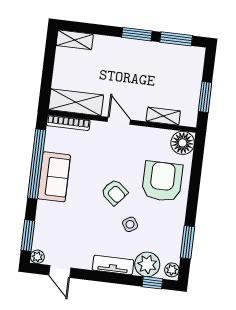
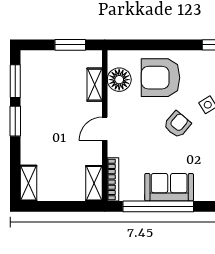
shelving: (76, 102) -> (94, 183), width x0.67, depth x0.75
floor lamp: (183, 143) -> (119, 80), moved

